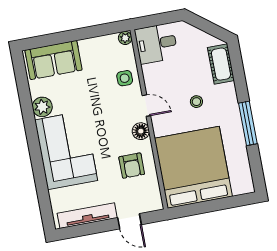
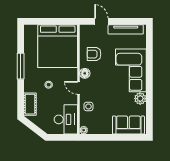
desk: (156, 44) -> (66, 119), width x1.37
armchair: (132, 166) -> (94, 54), turned -90

